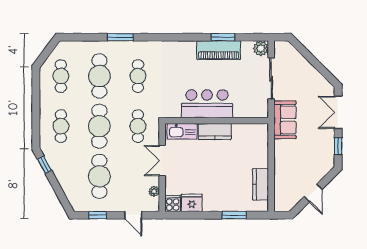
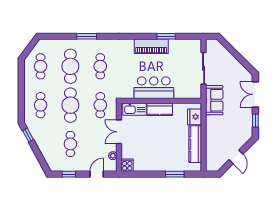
plant: (261, 48) -> (195, 45), removed
piano: (219, 50) -> (151, 46), moved
cafe table: (99, 176) -> (70, 144), width x0.73, depth x0.74
kitchen counter: (260, 184) -> (195, 144), width x1.50
fridge: (192, 203) -> (194, 117), moved, turned -90
door: (133, 215) -> (97, 174), swing flipped

